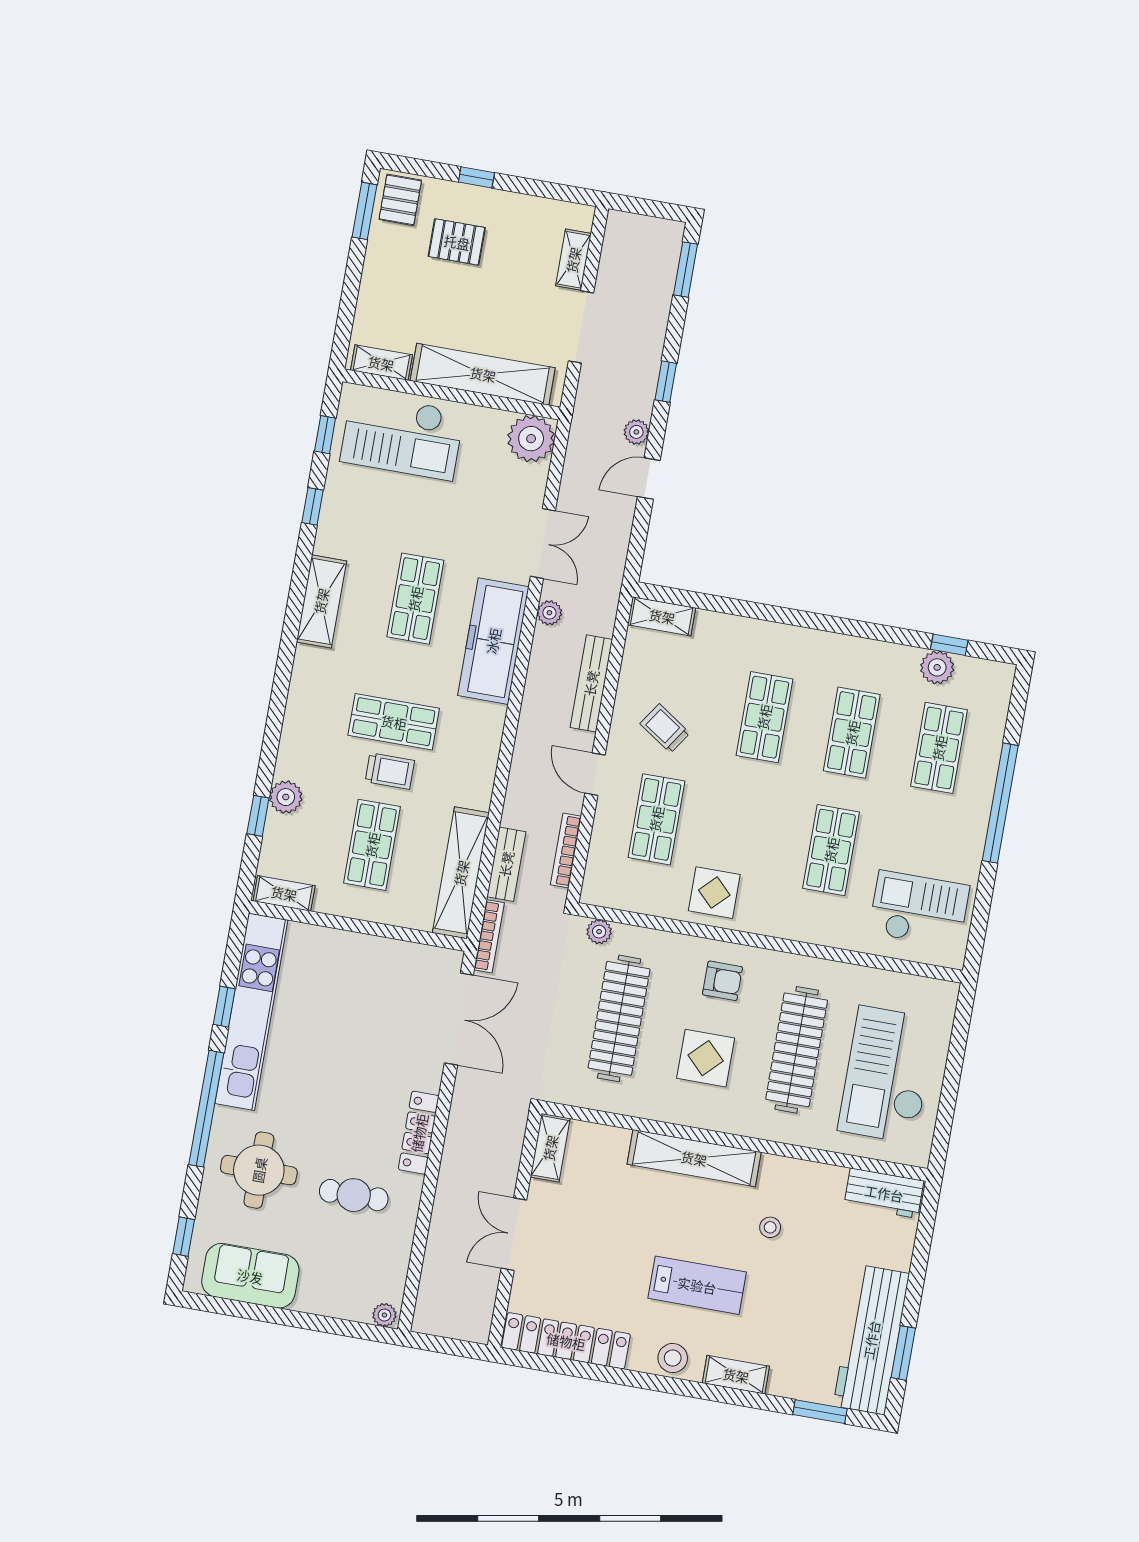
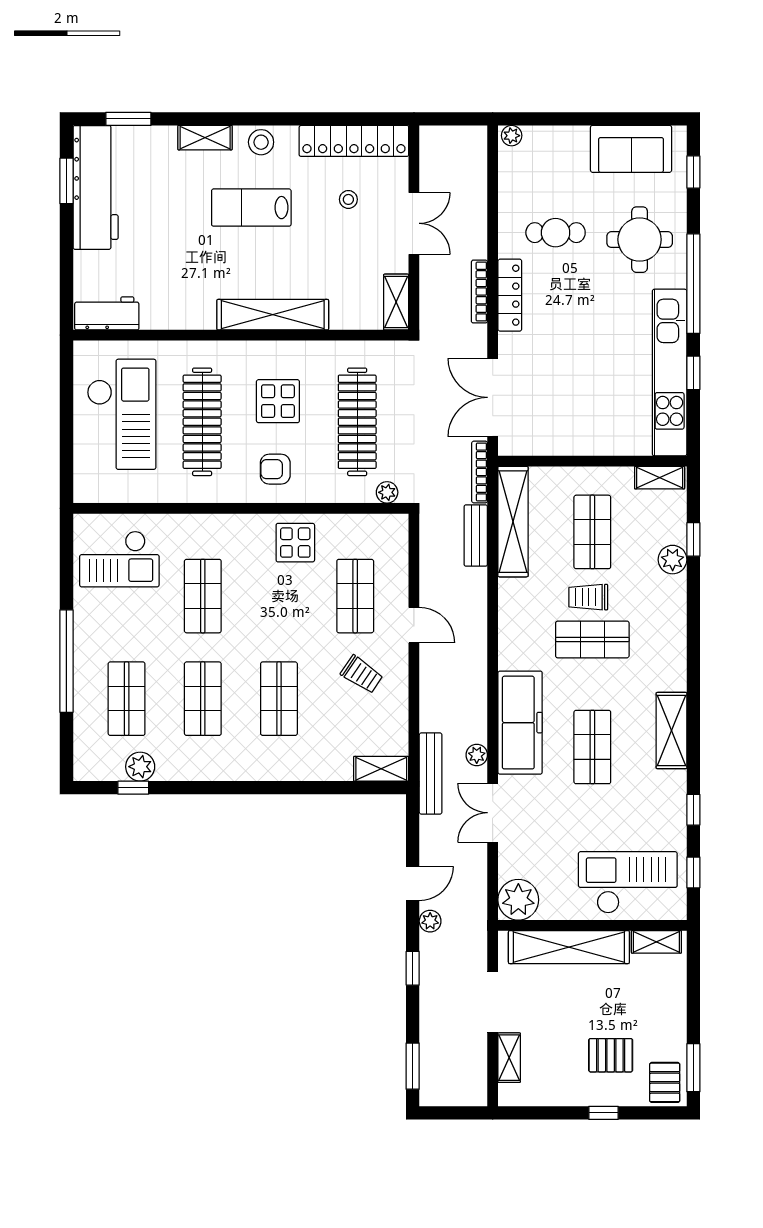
bench: (591, 683) -> (431, 774), moved
bookcase: (566, 851) -> (479, 292), moved, turned 180
stool: (770, 1227) -> (348, 199), moved

